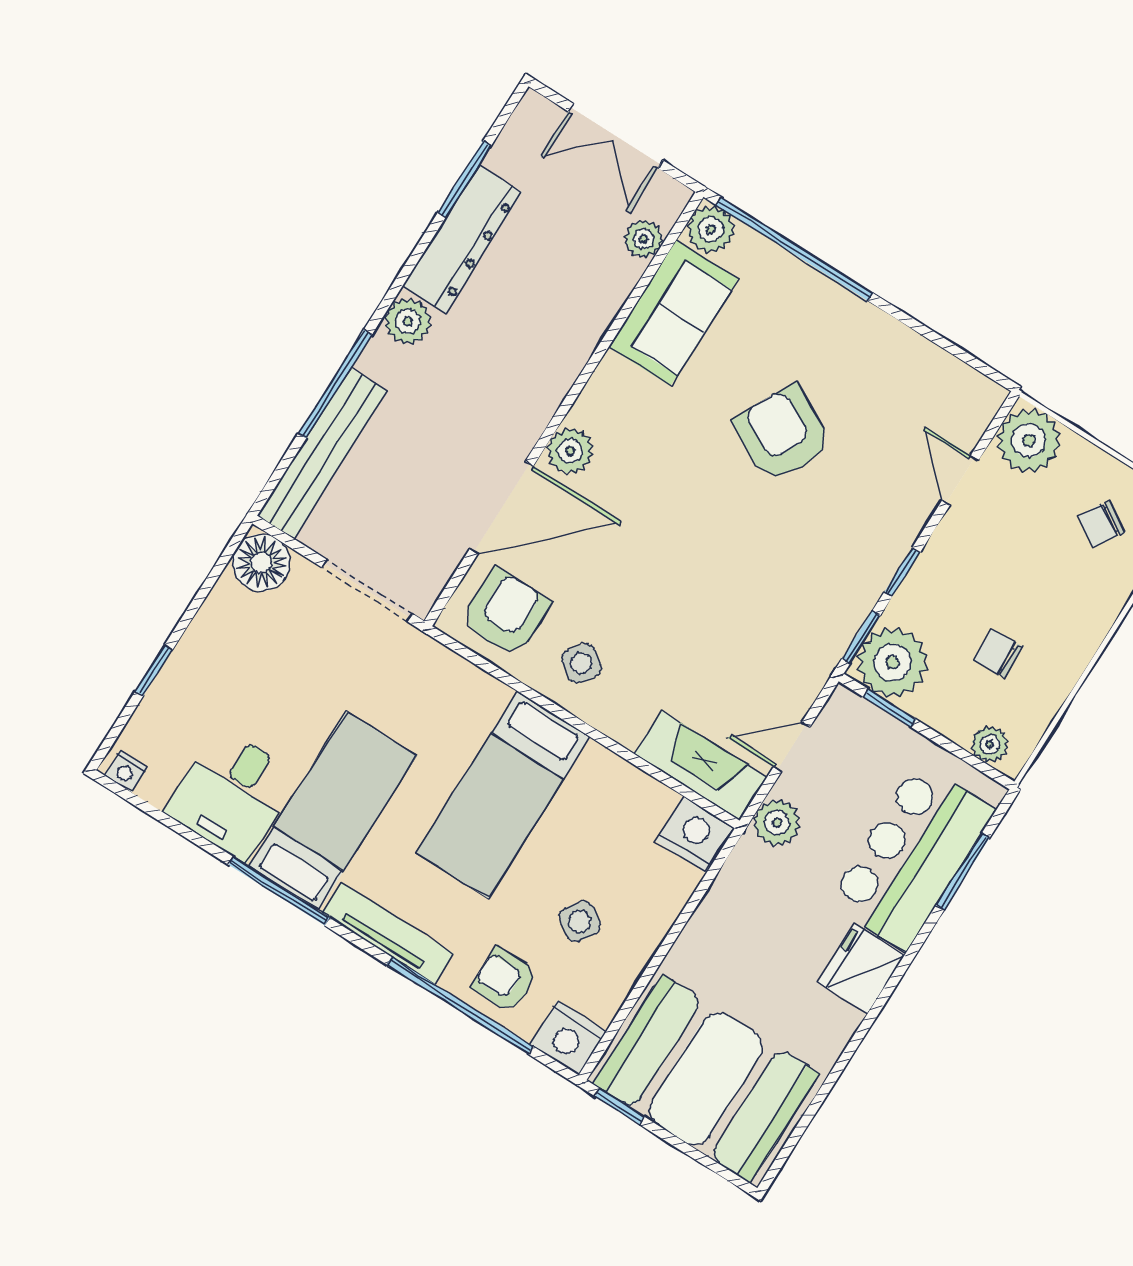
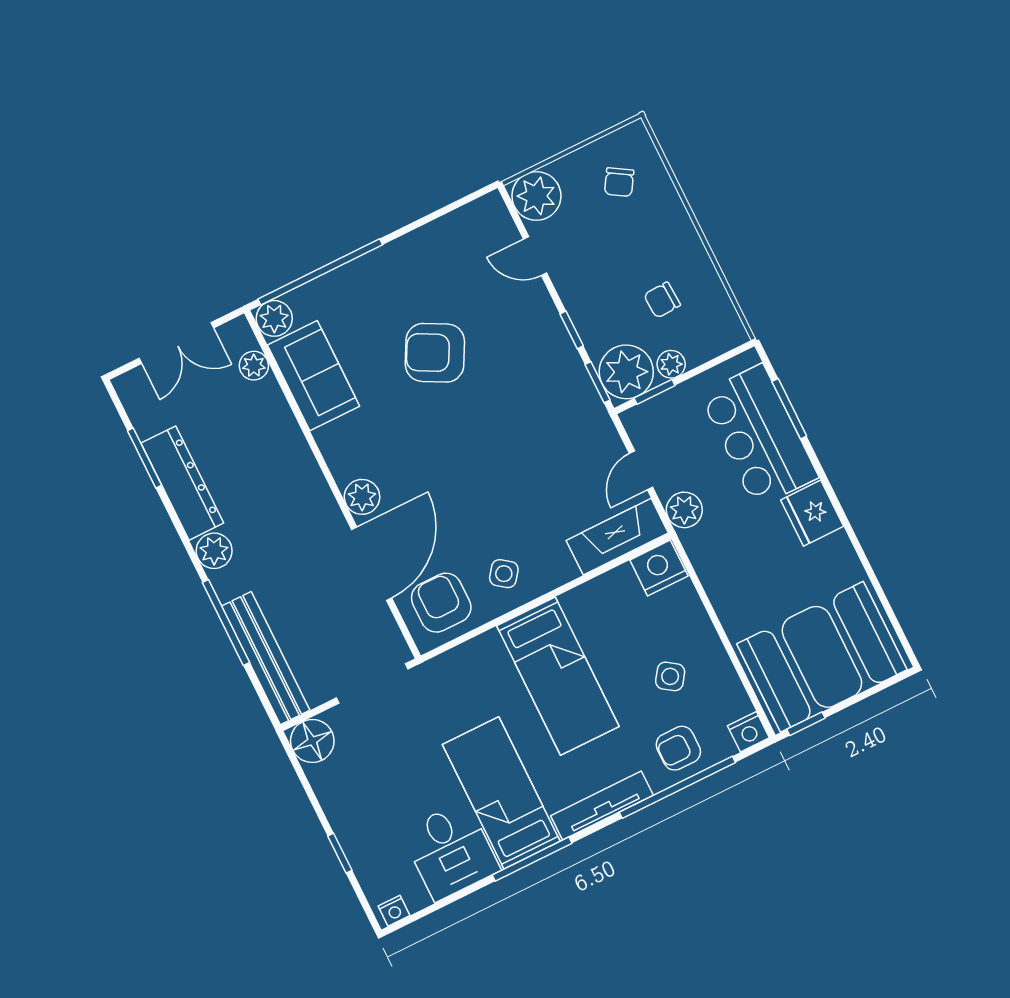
plant: (990, 744) -> (671, 364), moved
nightstand: (568, 1038) -> (748, 732), width x0.74, depth x0.75

